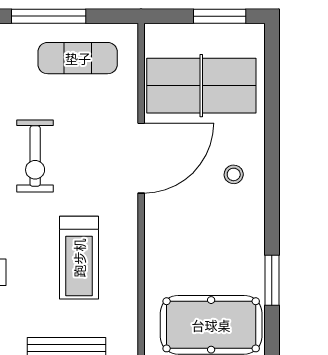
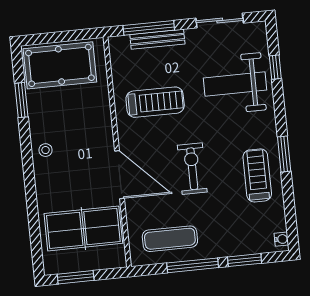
door: (141, 158) -> (120, 175), swing flipped
stool: (234, 174) -> (46, 150), moved
treadmill: (79, 258) -> (155, 102), turned 90

